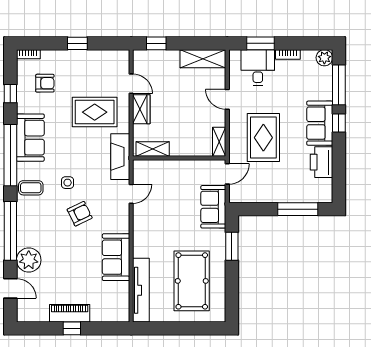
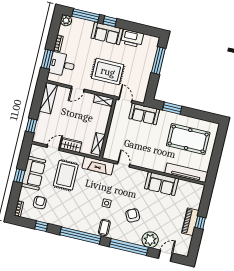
sofa: (30, 138) -> (33, 173), moved, turned 90
armchair: (80, 214) -> (133, 215), moved

